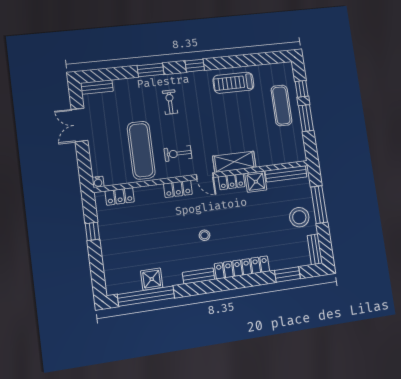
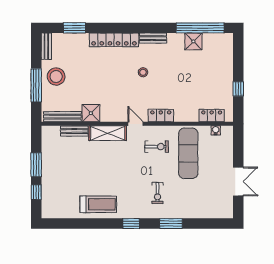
bench: (97, 87) -> (74, 131), moved
exercise mat: (281, 105) -> (57, 179), removed
water cooler: (98, 182) -> (216, 130), moved
locker: (232, 182) -> (113, 116), removed

